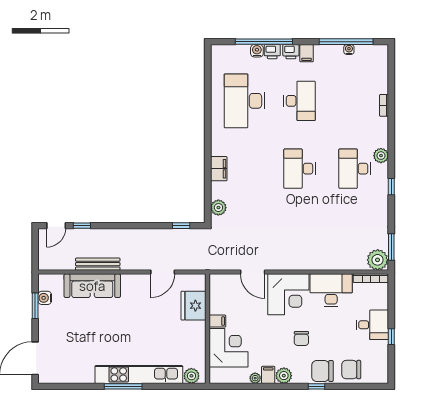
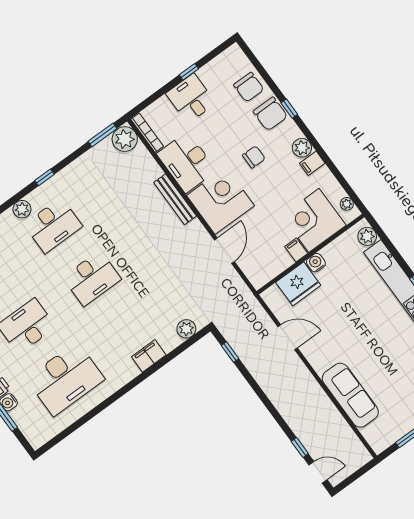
bench: (98, 264) -> (175, 199), moved
water cooler: (45, 298) -> (316, 263), moved, turned 180
plant: (255, 378) -> (347, 204), moved

